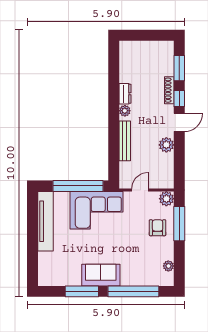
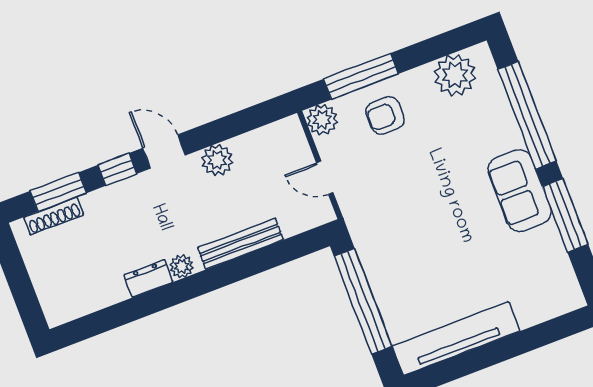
shoe rack: (169, 90) -> (54, 216), moved
corner sofa: (97, 210) -> (396, 247), removed
plant: (168, 266) -> (455, 75), width x1.87, depth x1.87

